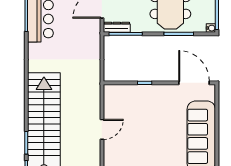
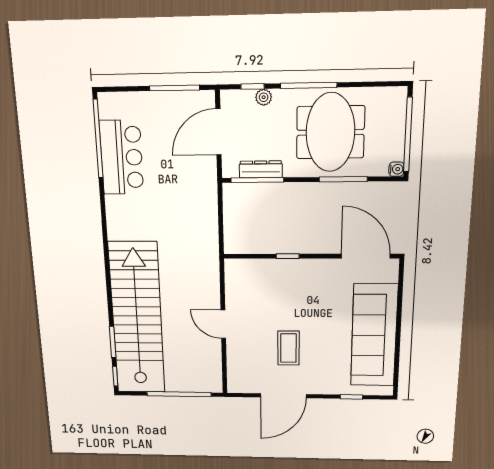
dresser: (117, 27) -> (261, 169), moved
door: (102, 129) -> (223, 324), swing flipped
coffee table: (145, 146) -> (288, 348), added

